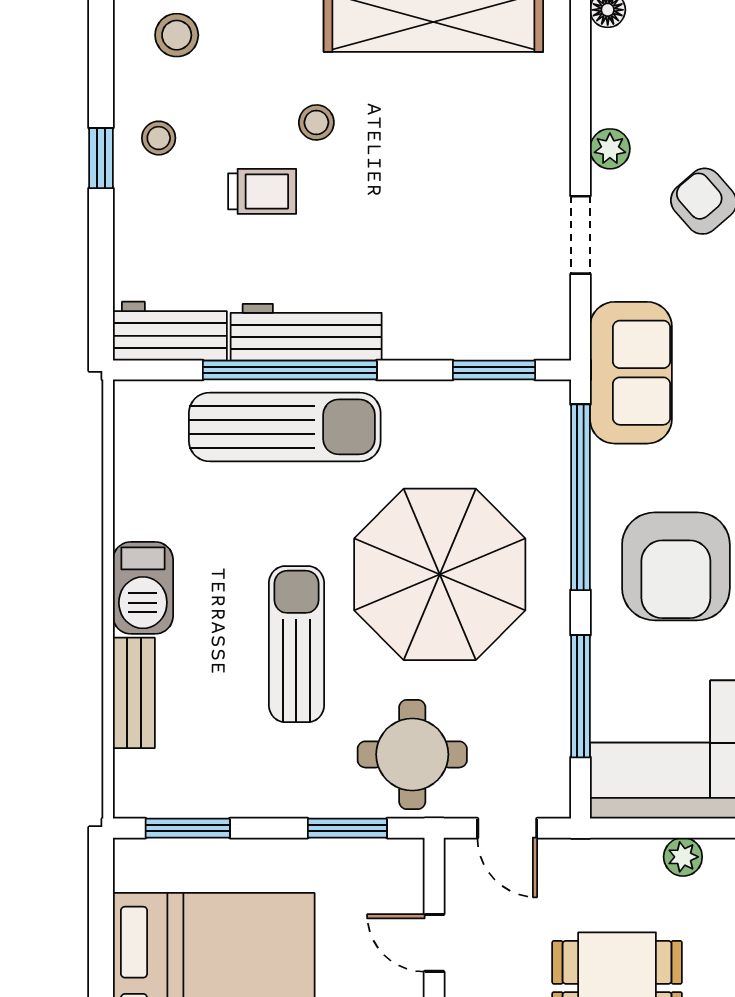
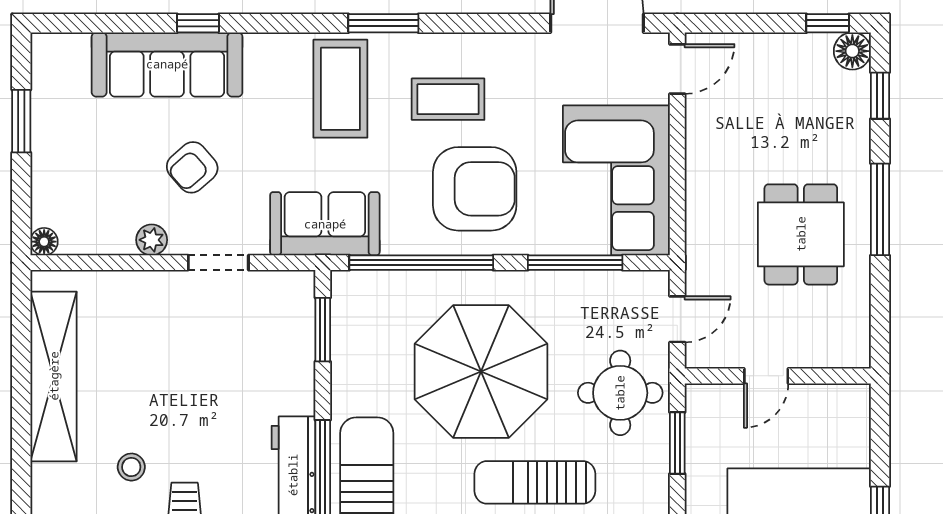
plant: (683, 857) -> (699, 183), removed

